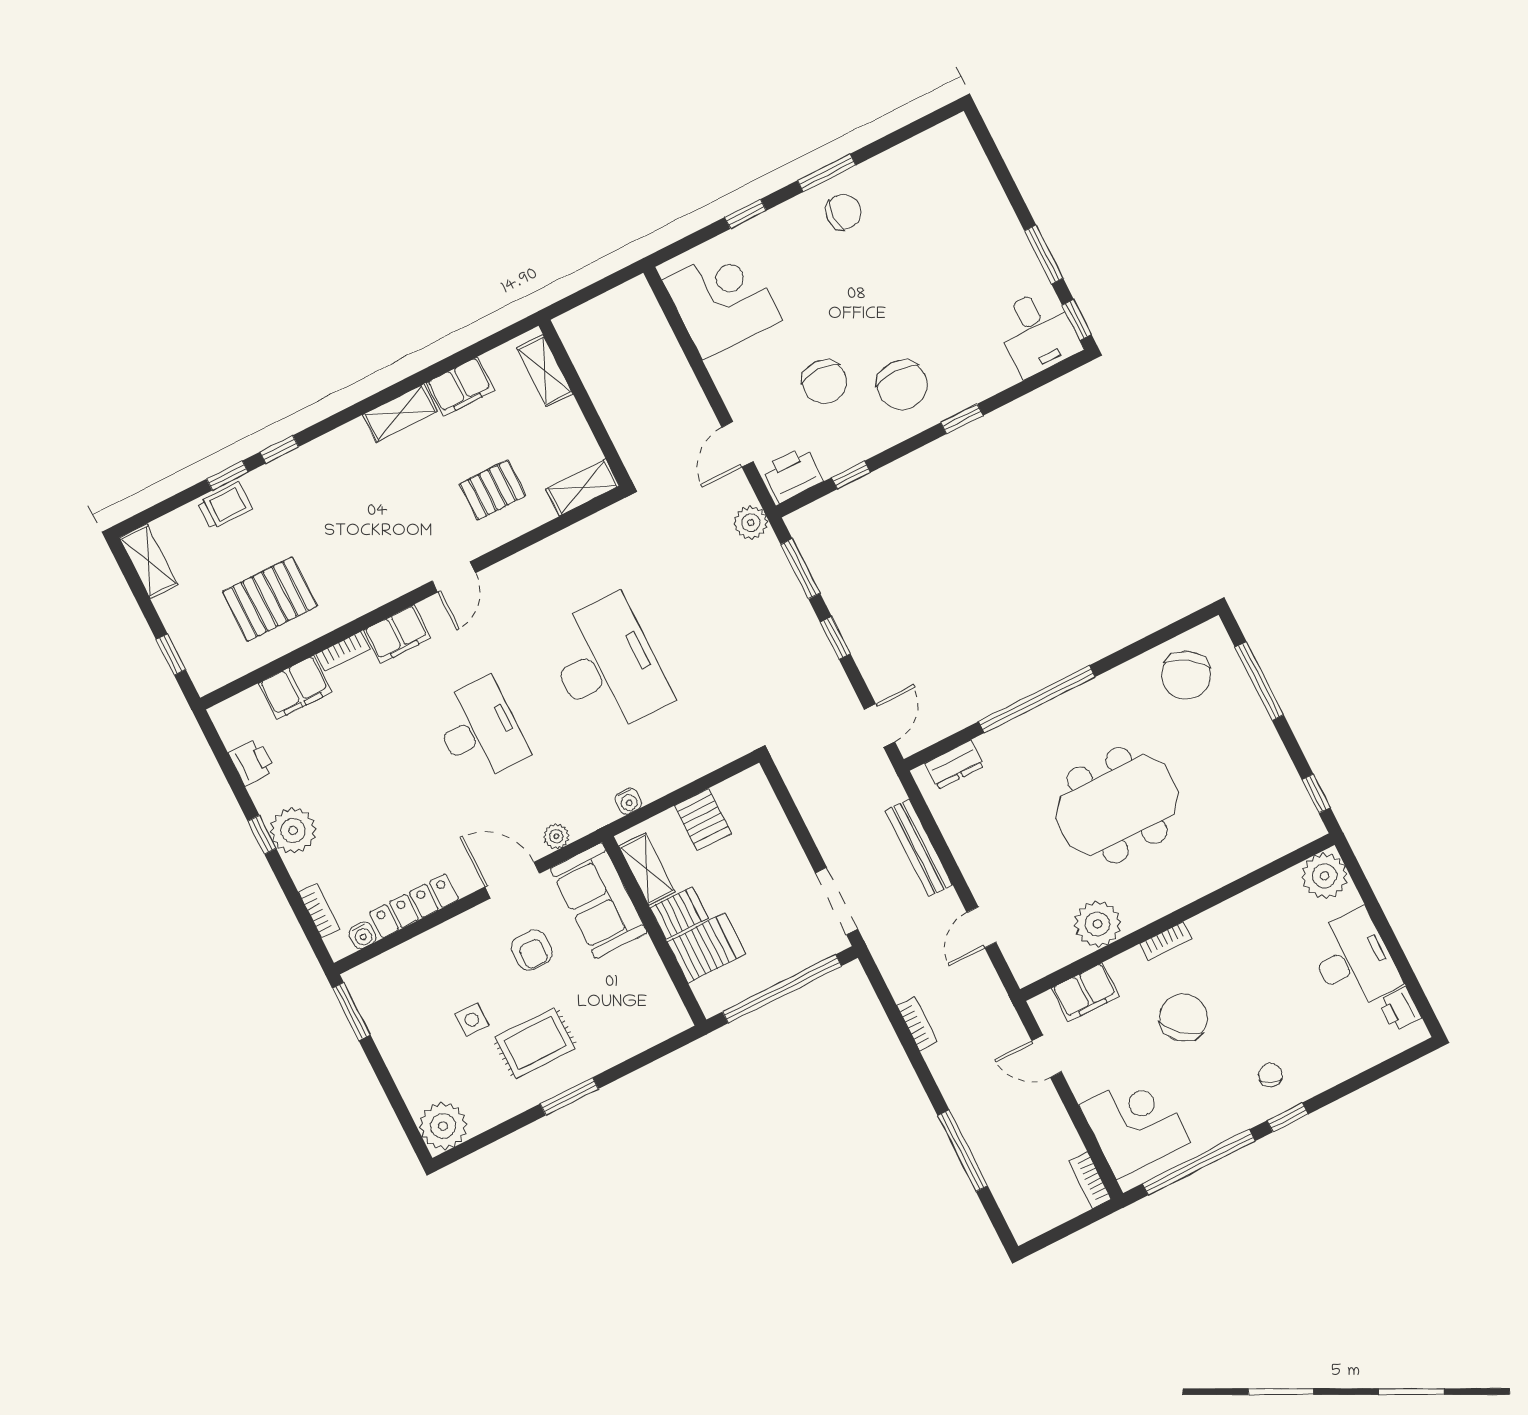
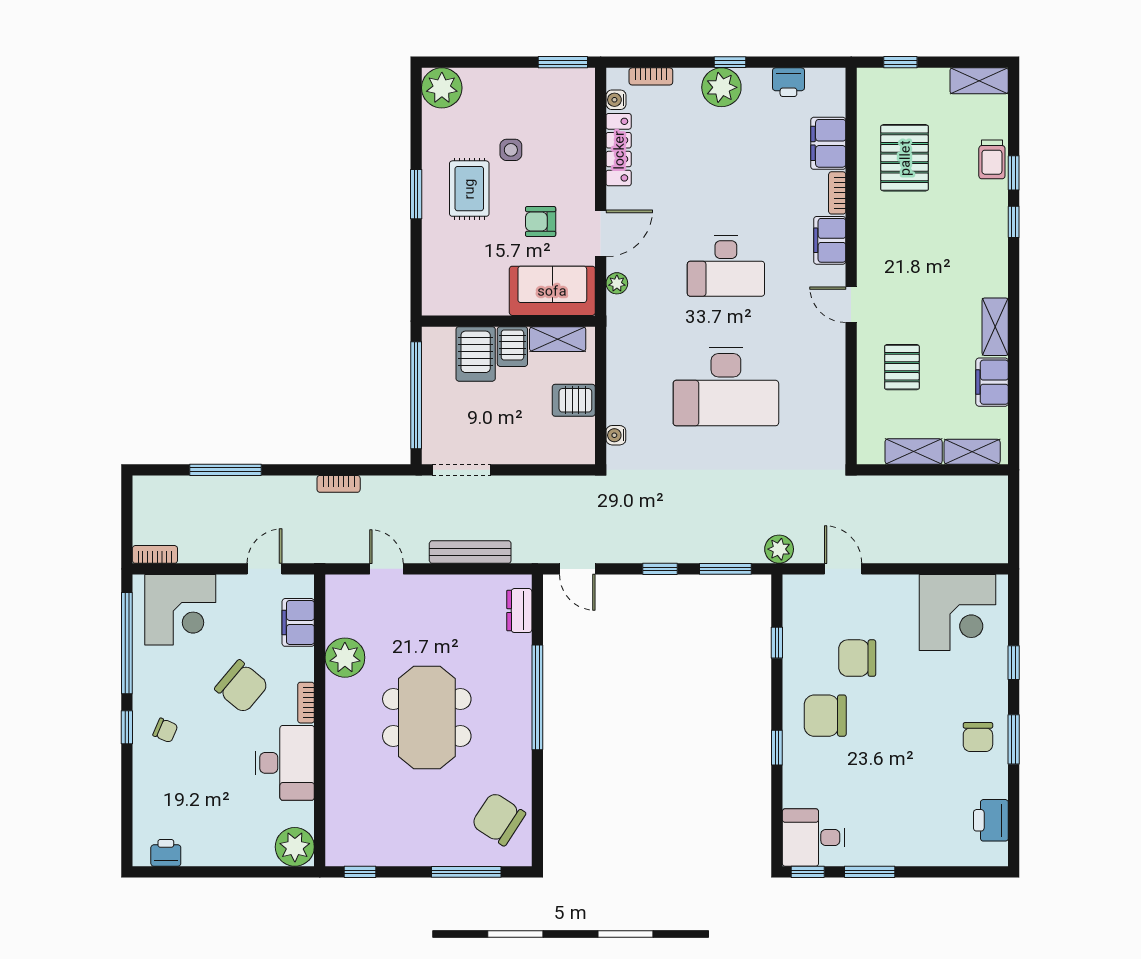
printer: (793, 474) -> (991, 820), moved, turned 180
shelving: (583, 488) -> (914, 451), moved, turned 90
water cooler: (628, 801) -> (616, 435), moved
desk: (1354, 960) -> (285, 763), moved, turned -90

